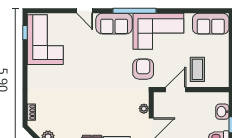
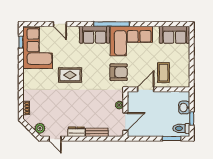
door: (85, 11) -> (60, 24), moved
armchair: (143, 69) -> (119, 72), turned 90
rug: (84, 72) -> (70, 75), added

